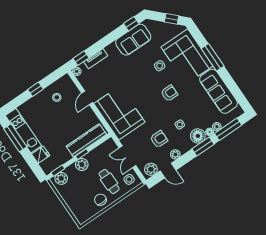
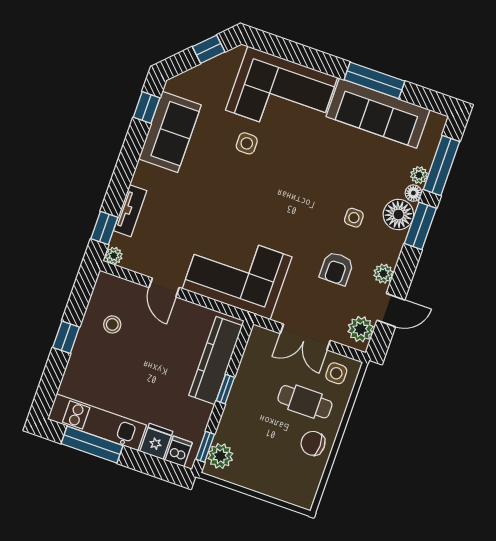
window: (213, 57) -> (374, 80), moved
armchair: (169, 93) -> (297, 178), removed
armchair: (159, 139) -> (337, 268), turned 180
plant: (82, 164) -> (238, 407), removed
dishwasher: (46, 165) -> (179, 451), added

